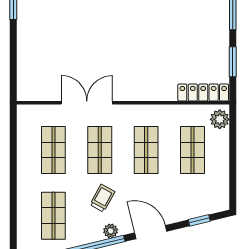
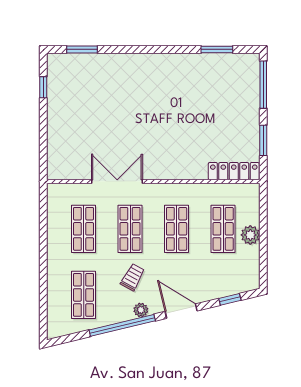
plant: (220, 119) -> (250, 235), moved

